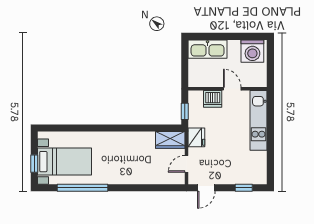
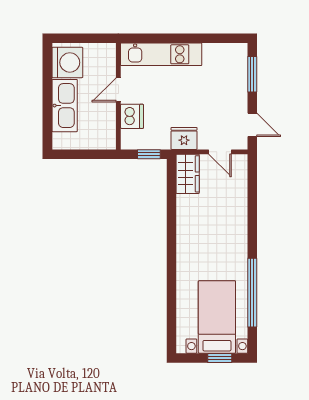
kitchen sink: (208, 49) -> (65, 106), moved
window: (244, 188) -> (252, 74), width x1.50

